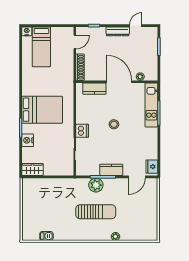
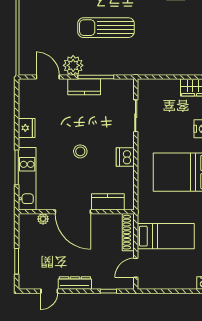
bed: (41, 47) -> (166, 236), moved, turned 90
dishwasher: (82, 131) -> (125, 157), moved
fridge: (152, 167) -> (27, 128), moved
door: (137, 177) -> (48, 77), hinge flipped
plant: (96, 185) -> (73, 65), moved

